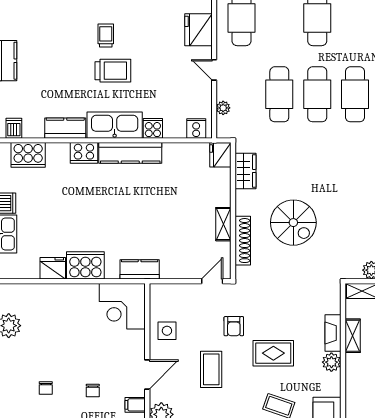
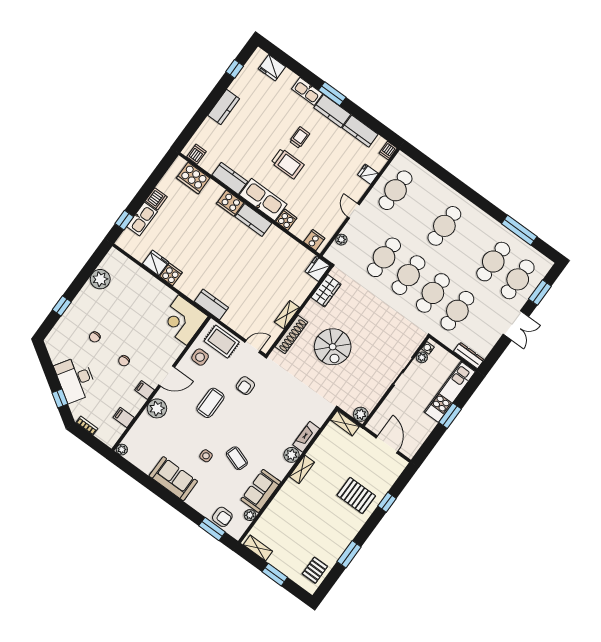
fridge: (198, 30) -> (368, 174), width x0.53, depth x0.75
kitchen counter: (130, 153) -> (253, 220), width x0.67
cooker: (85, 265) -> (171, 274), width x0.53, depth x0.76
shelving: (353, 336) -> (302, 469), moved
rug: (273, 353) -> (222, 342), moved

